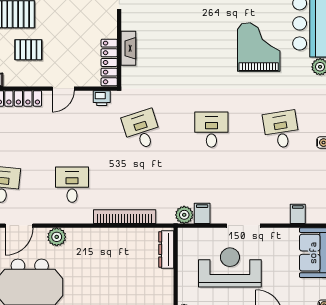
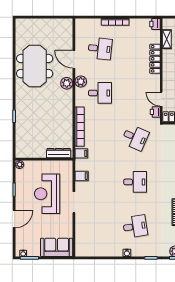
door: (63, 89) -> (161, 99), moved
desk: (142, 130) -> (135, 137), turned 42
filing cabinet: (298, 214) -> (81, 153), moved
plant: (184, 215) -> (81, 82), moved
reception desk: (230, 267) -> (47, 194), turned 180

